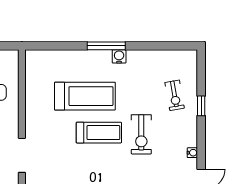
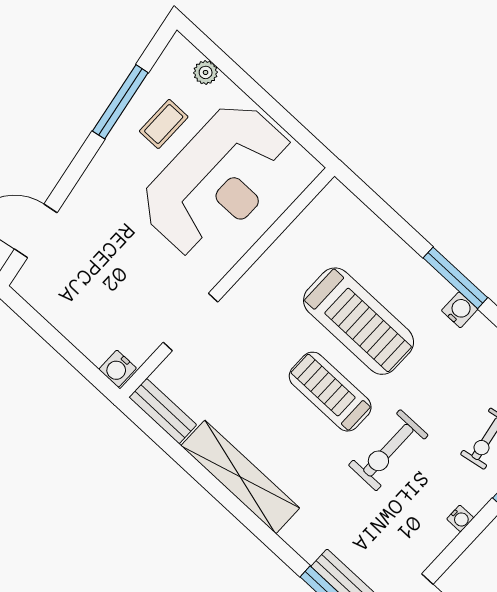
treadmill: (99, 133) -> (330, 392), turned 180
water cooler: (192, 153) -> (460, 518), moved

